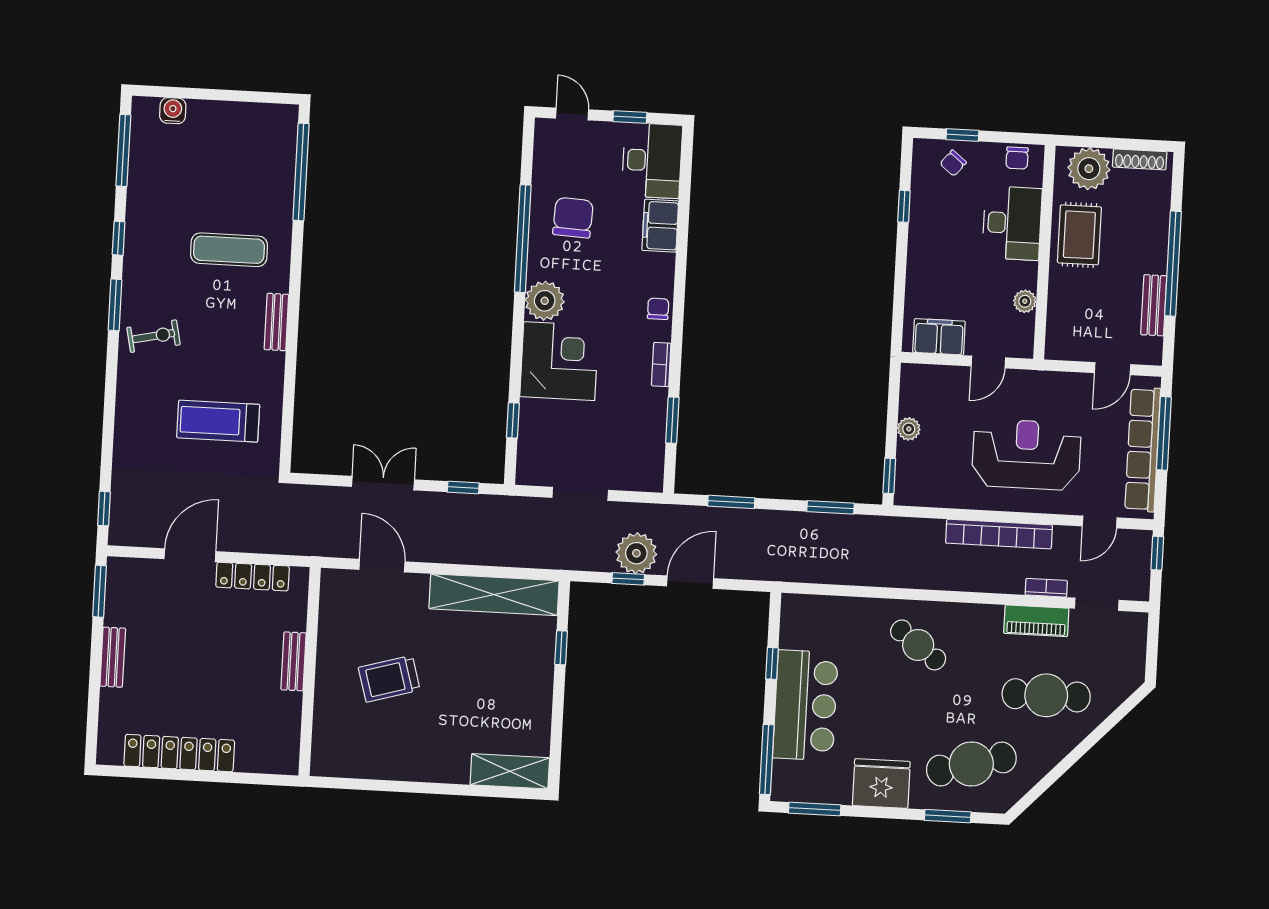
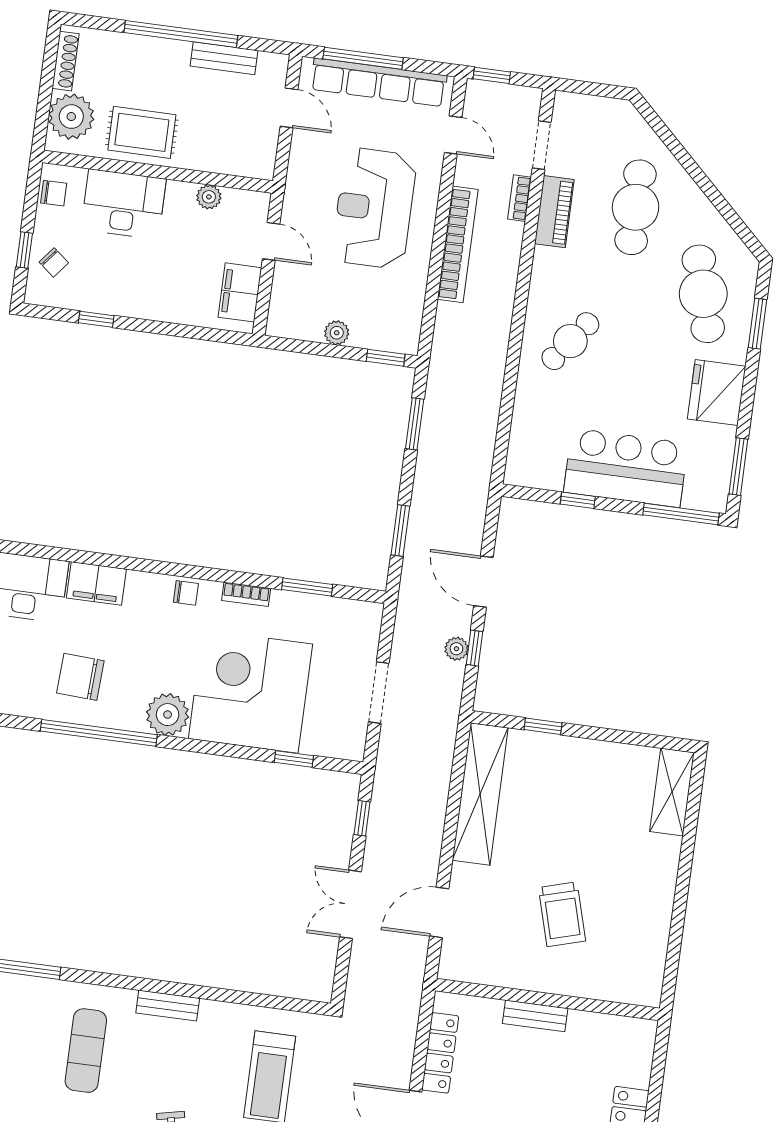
chair: (658, 309) -> (186, 593), turned 180
corner desk: (559, 361) -> (250, 691), width x1.36, depth x1.36
plant: (636, 553) -> (456, 649), width x0.53, depth x0.53

